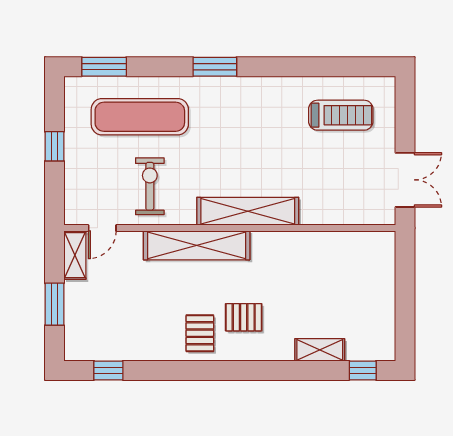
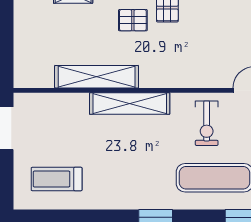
shelving: (197, 245) -> (97, 77), moved

